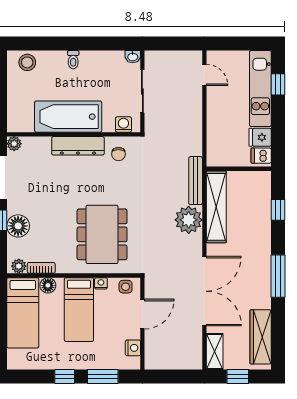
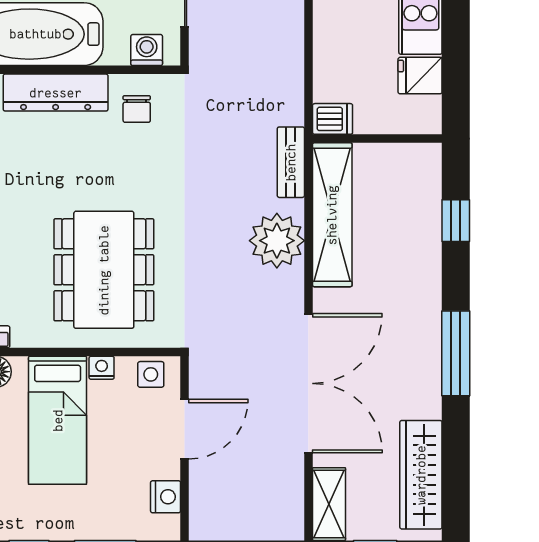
dishwasher: (261, 156) -> (333, 119), moved, turned 180
bench: (196, 181) -> (291, 162), width x0.73

